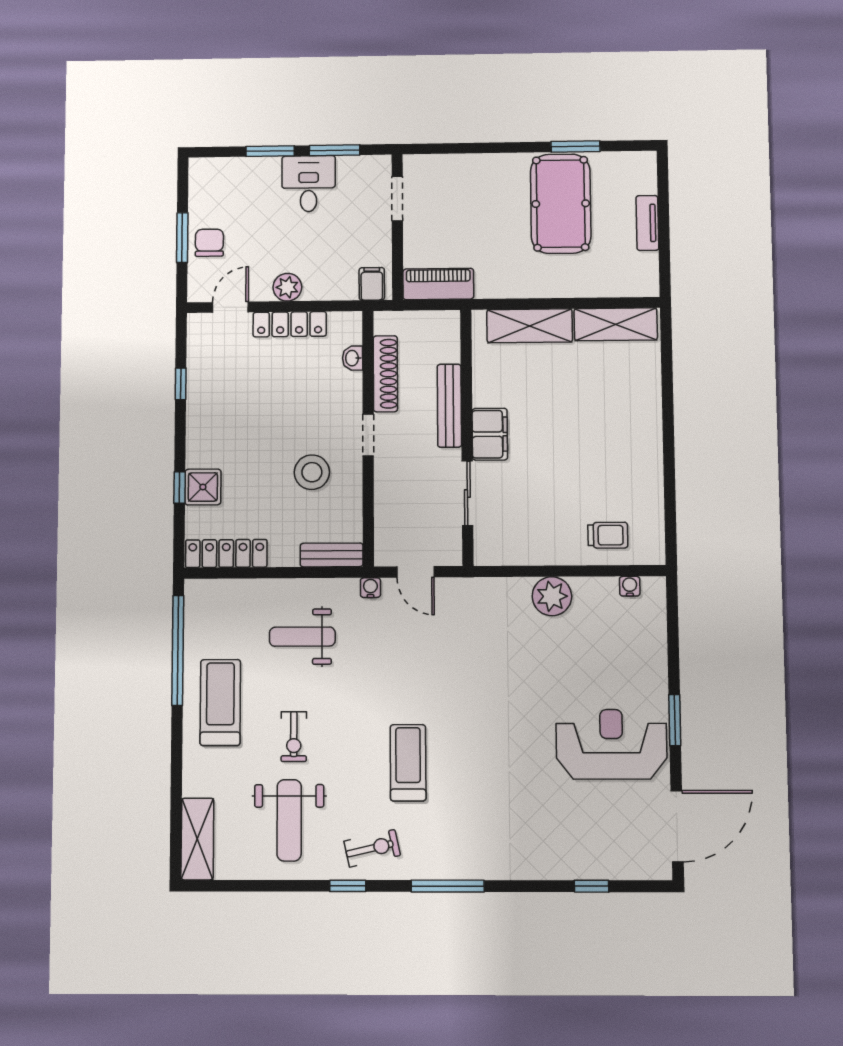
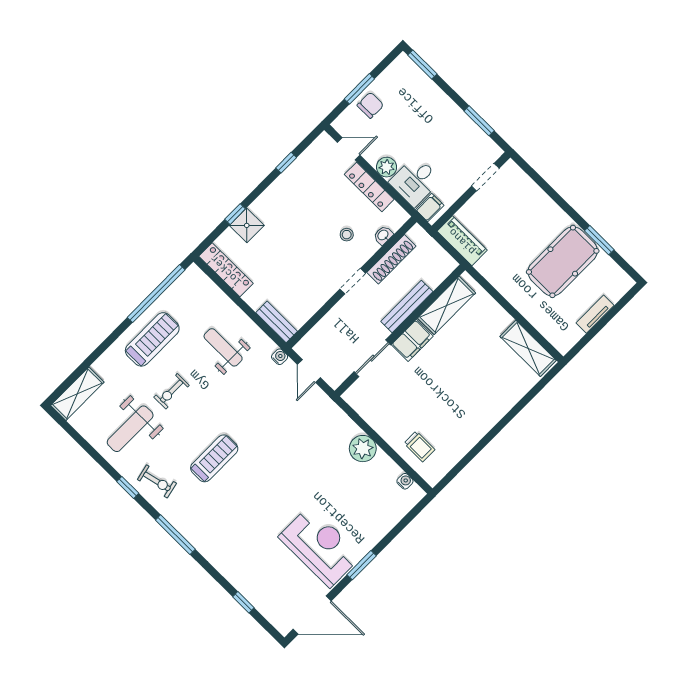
window: (270, 151) -> (422, 64), moved
desk: (309, 184) -> (415, 181), moved, turned 180
shelving: (530, 326) -> (447, 305), moved, turned 90
stool: (312, 472) -> (347, 235), moved, width x0.53, depth x0.53

